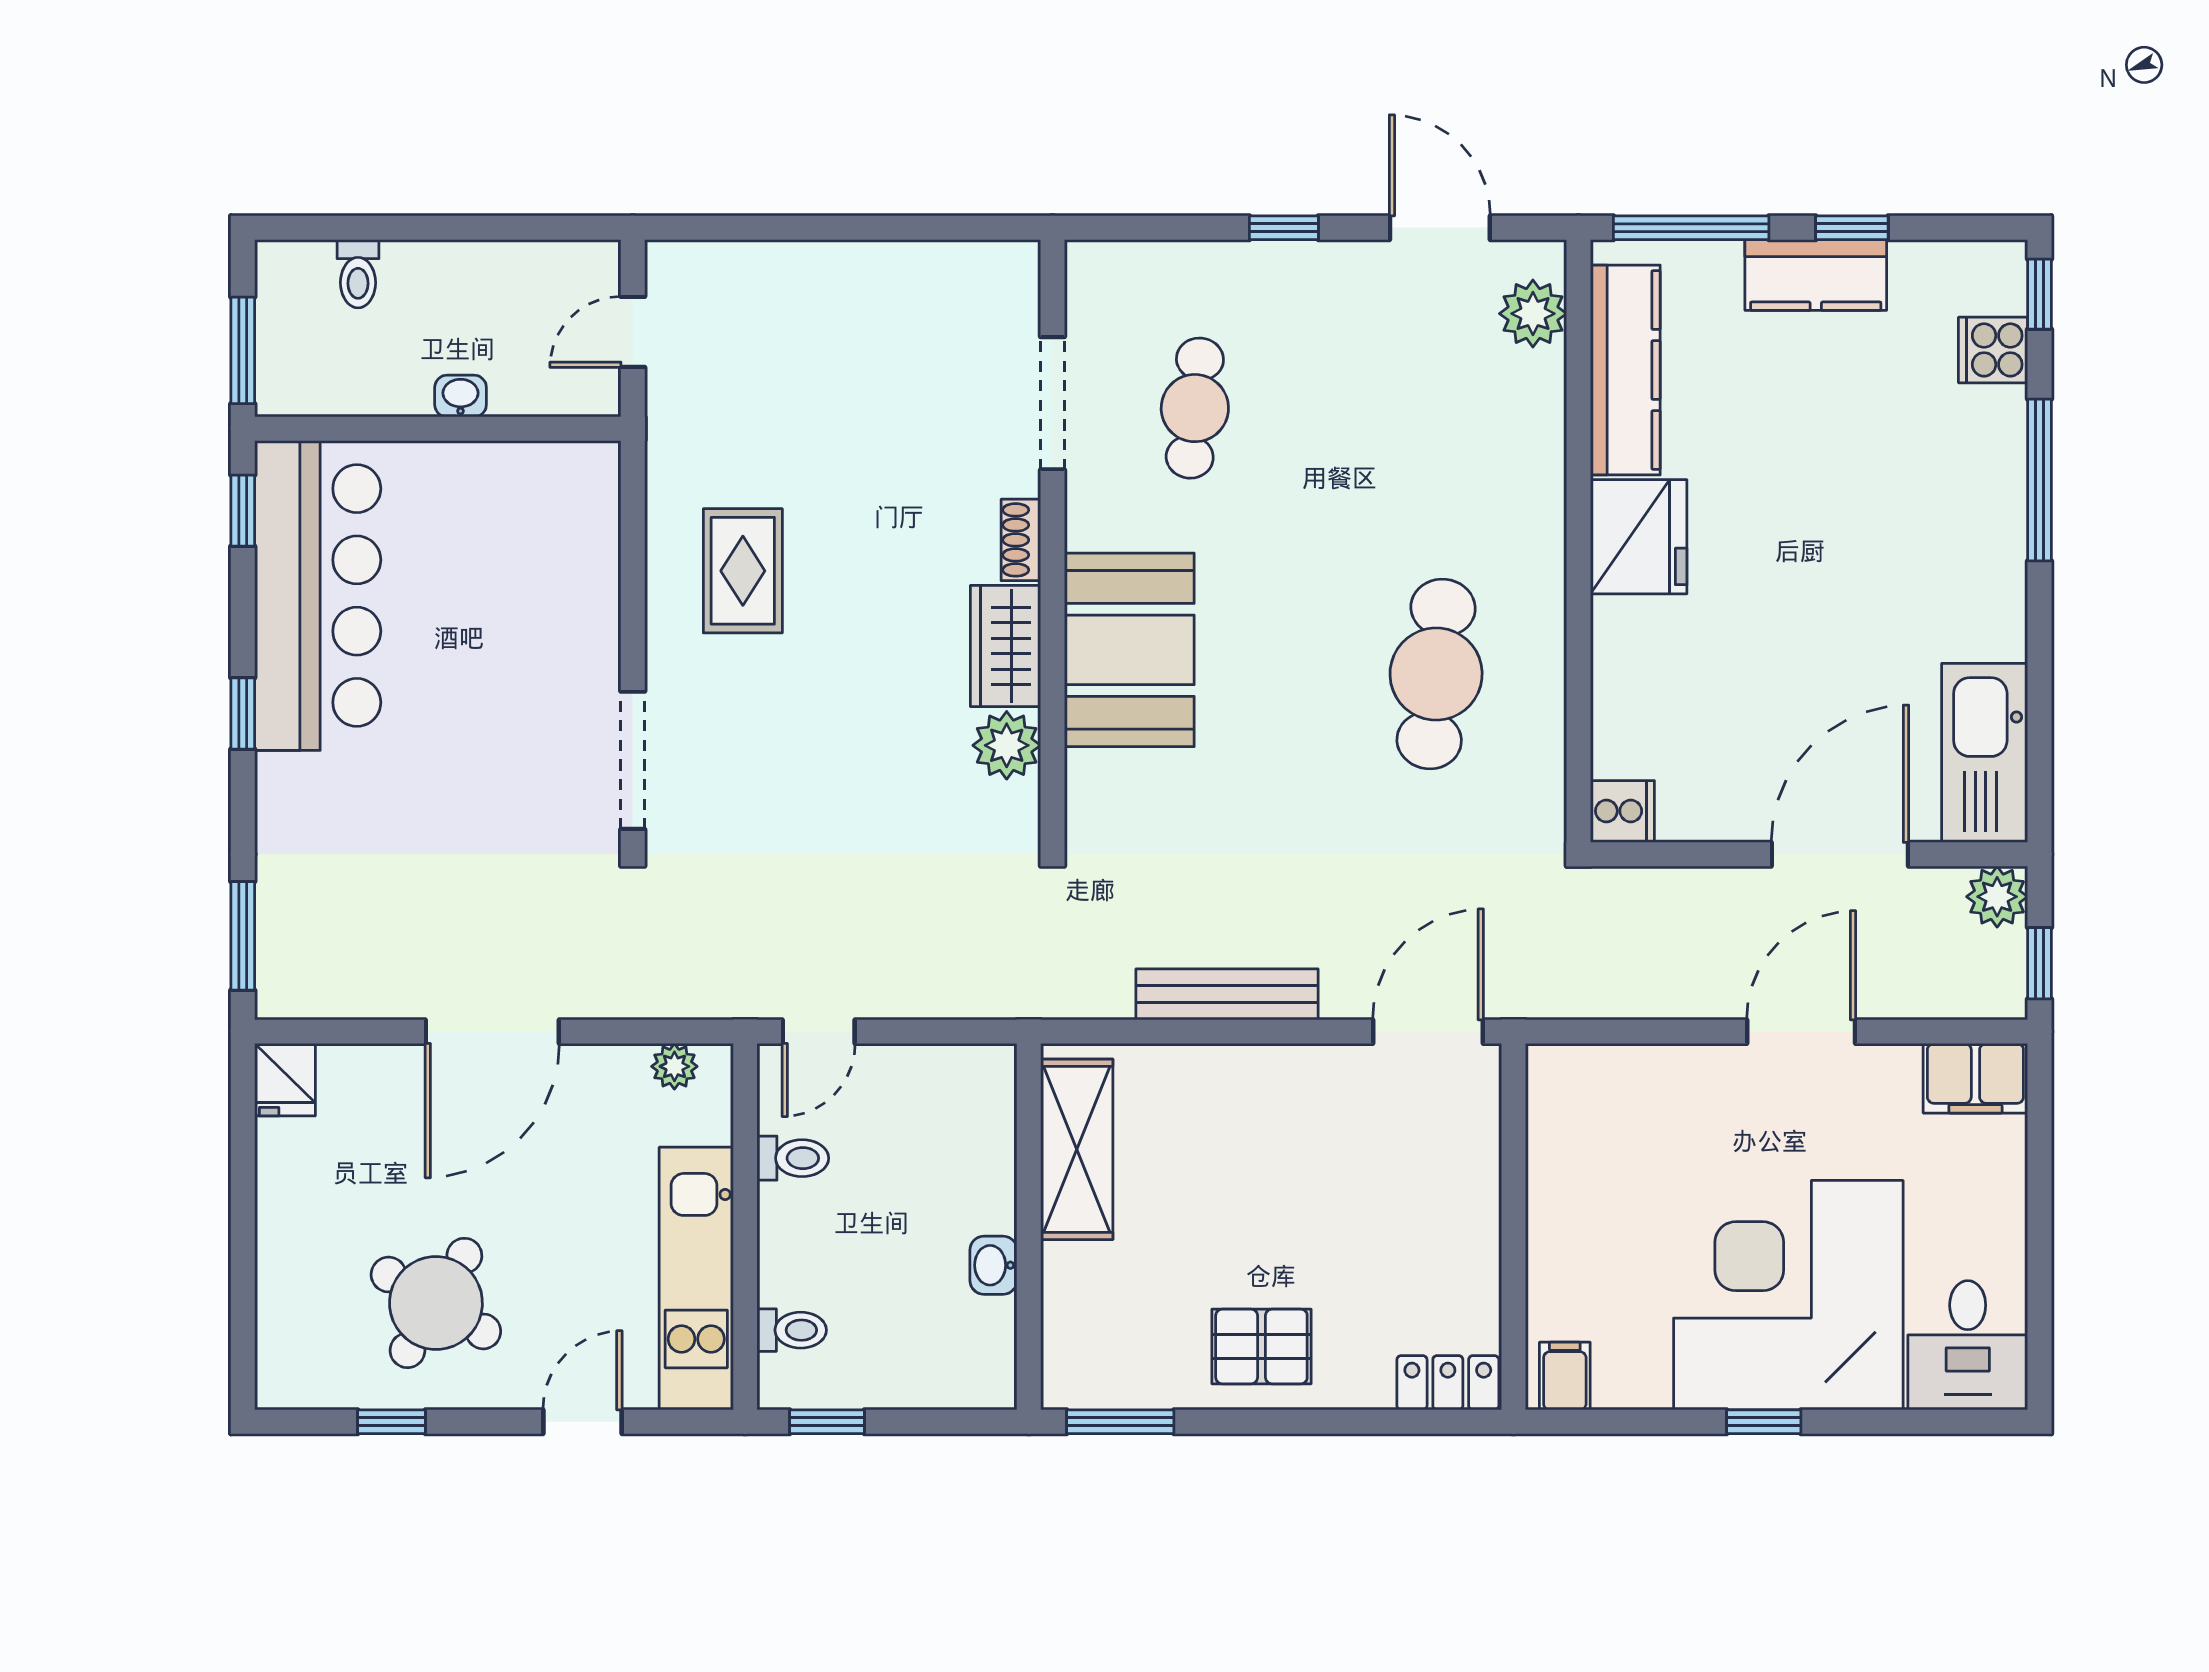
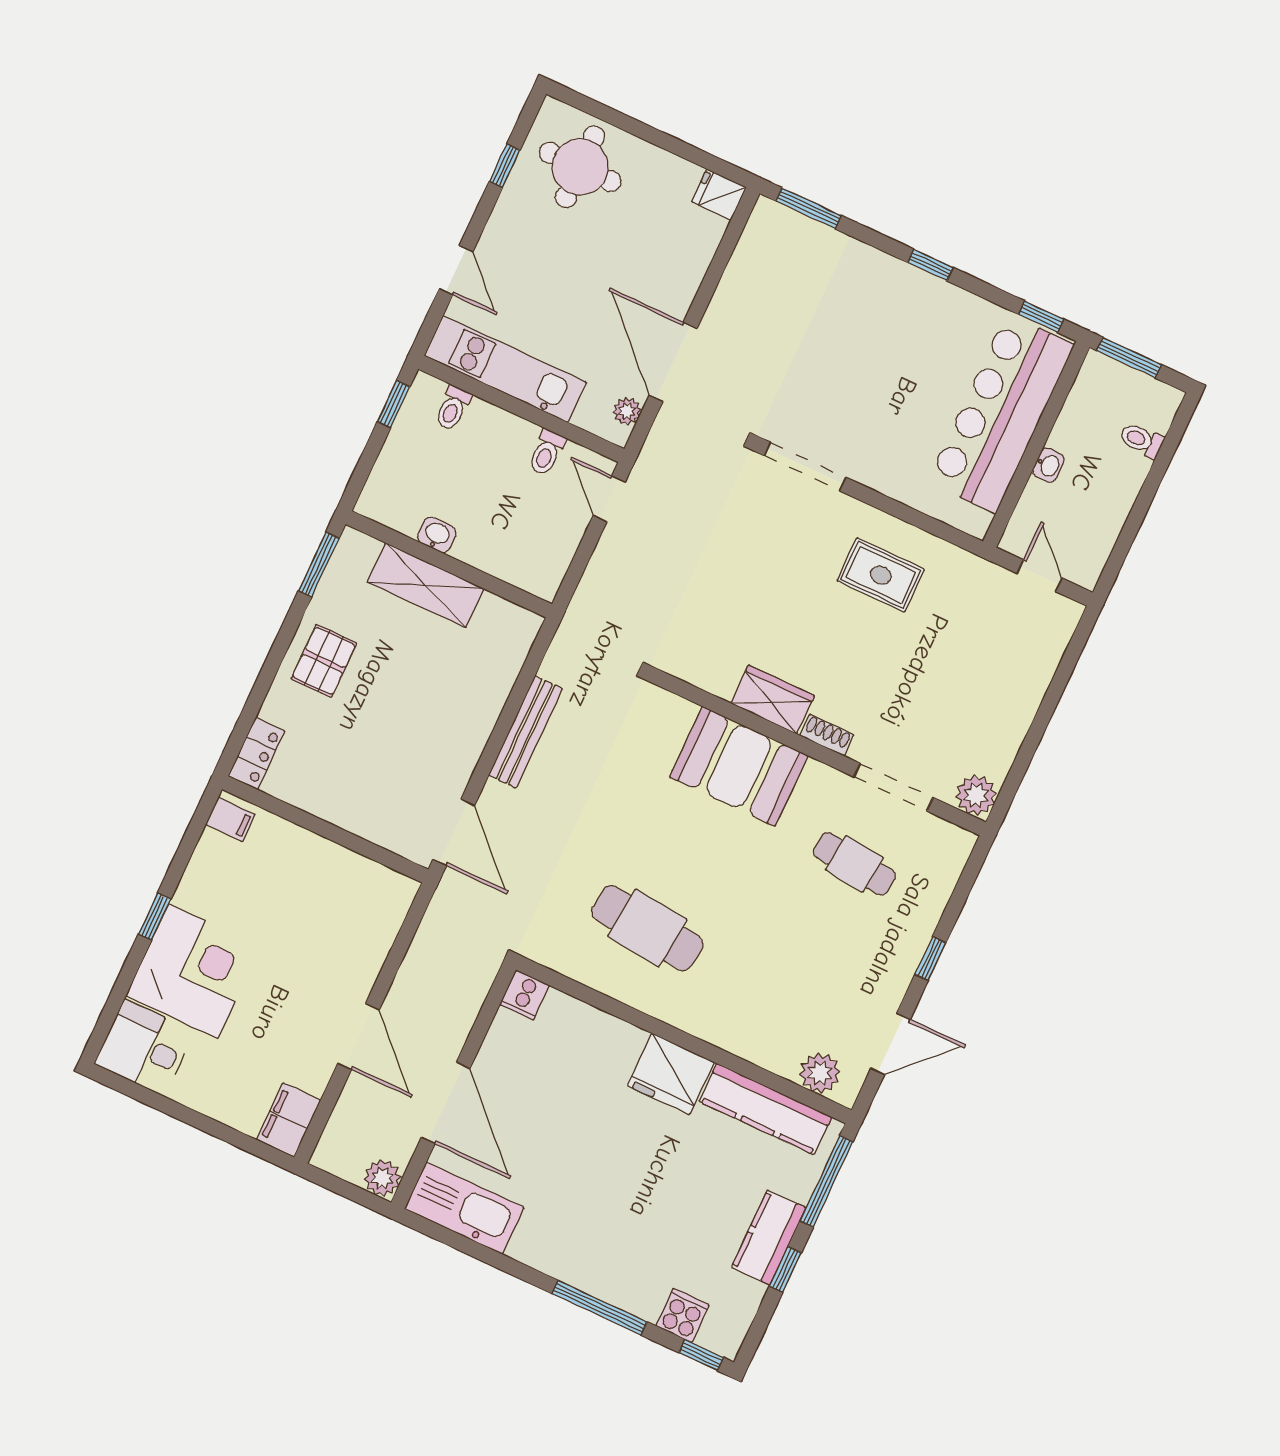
bar counter: (318, 596) -> (1001, 413), moved, turned 90
plant: (1007, 745) -> (976, 795), moved
window: (2039, 963) -> (335, 1184), removed
door: (492, 1032) -> (673, 362), moved
shelving: (1077, 1149) -> (425, 585), moved
corner desk: (1788, 1295) -> (193, 971), width x0.74, depth x0.74
round table: (436, 1303) -> (580, 167), moved, turned -31

